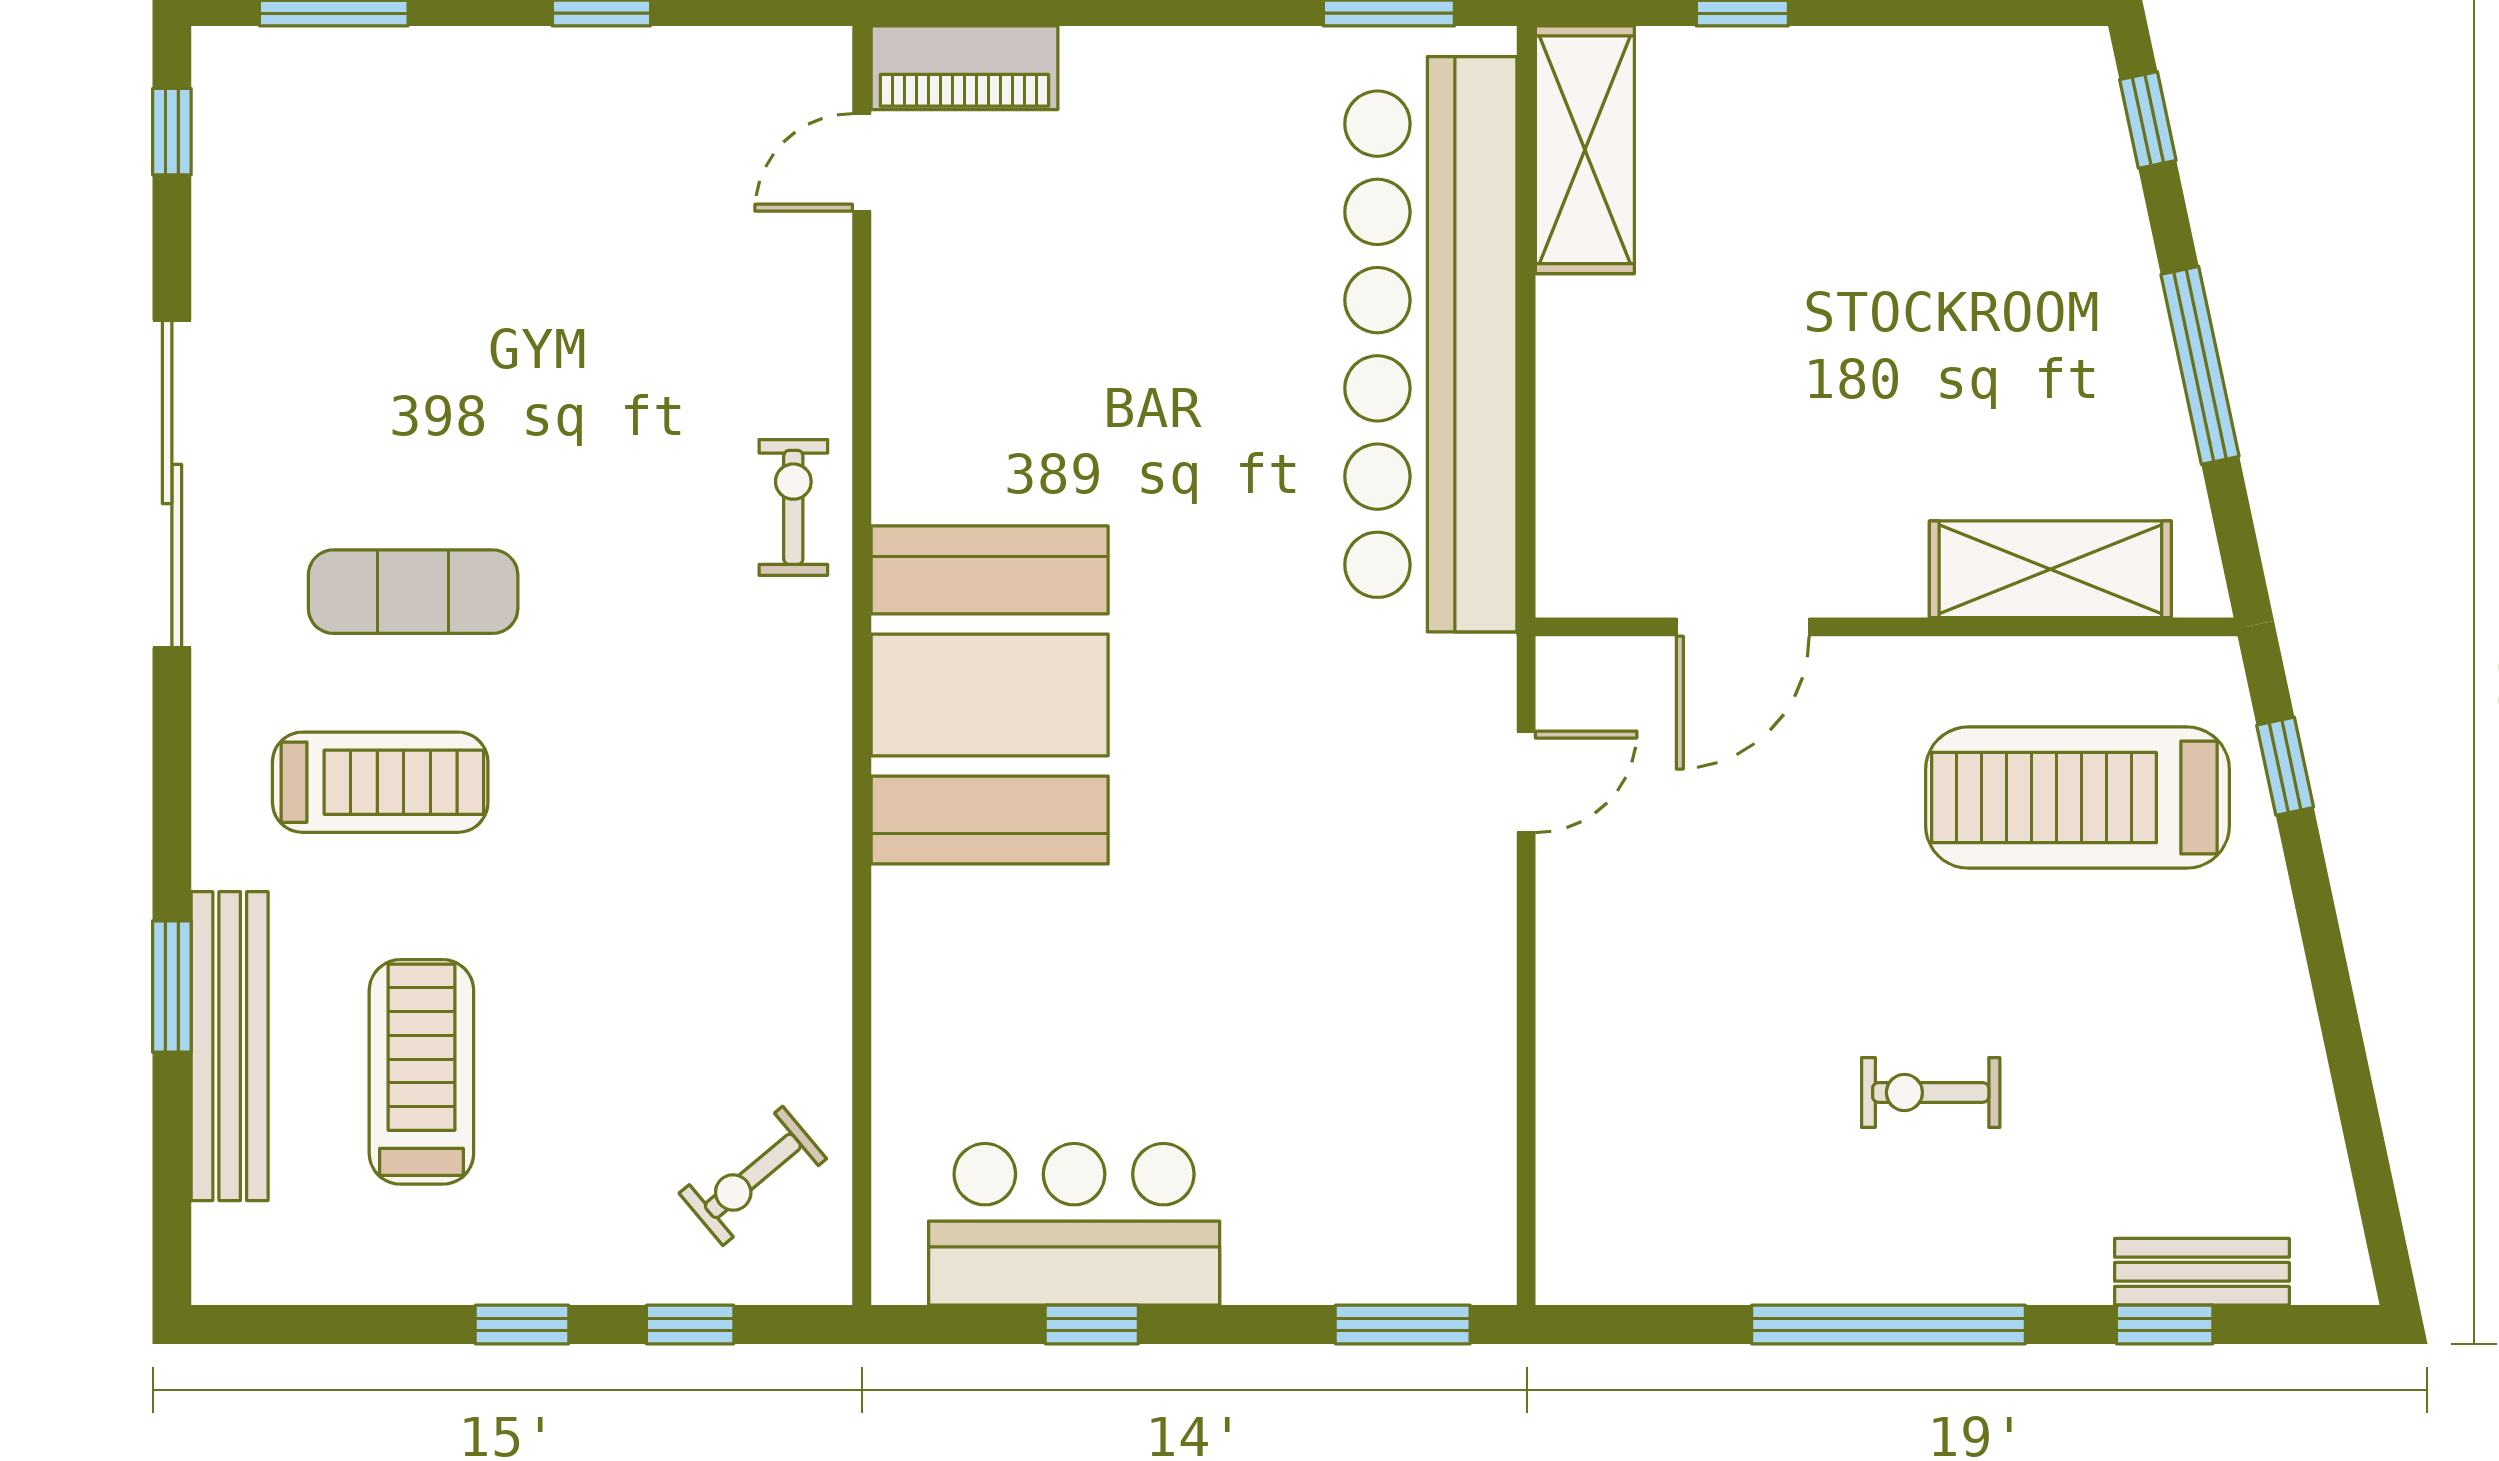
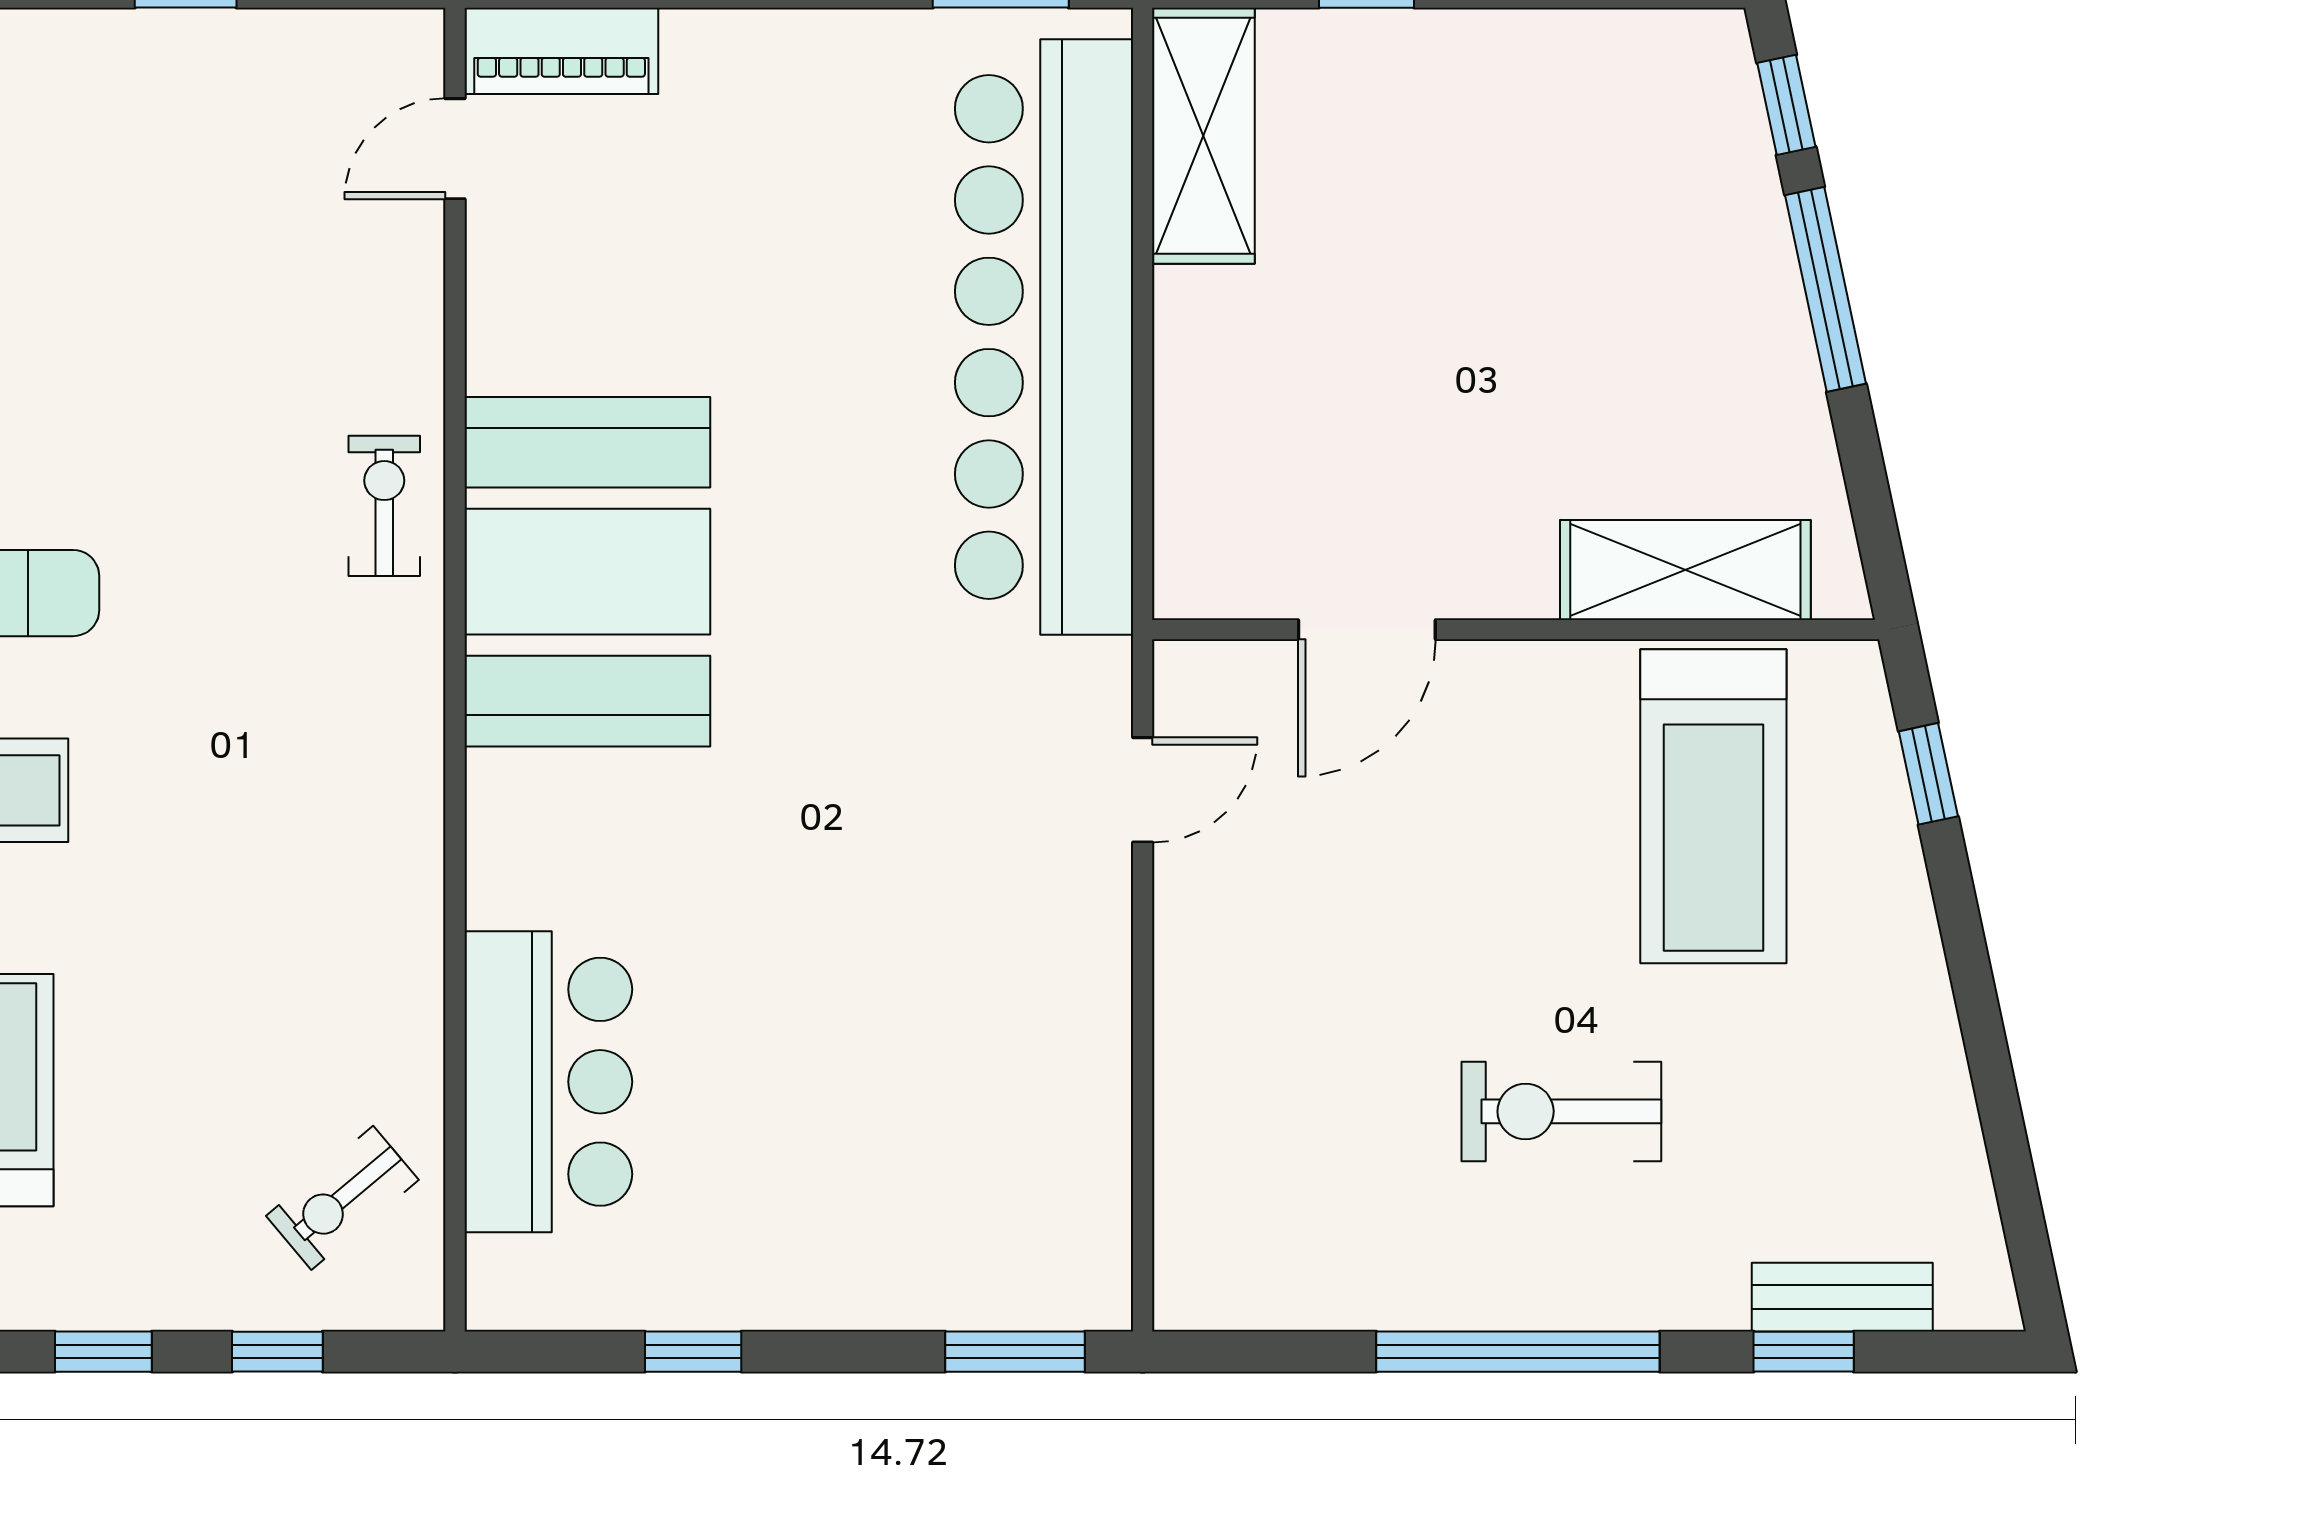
window: (2200, 365) -> (1825, 289), moved
booth: (990, 695) -> (587, 572), moved
treadmill: (2077, 798) -> (1713, 806), turned -90
exercise bike: (1931, 1092) -> (1561, 1111), width x1.38, depth x1.39
bar counter: (1074, 1224) -> (548, 1082), moved, turned 90

